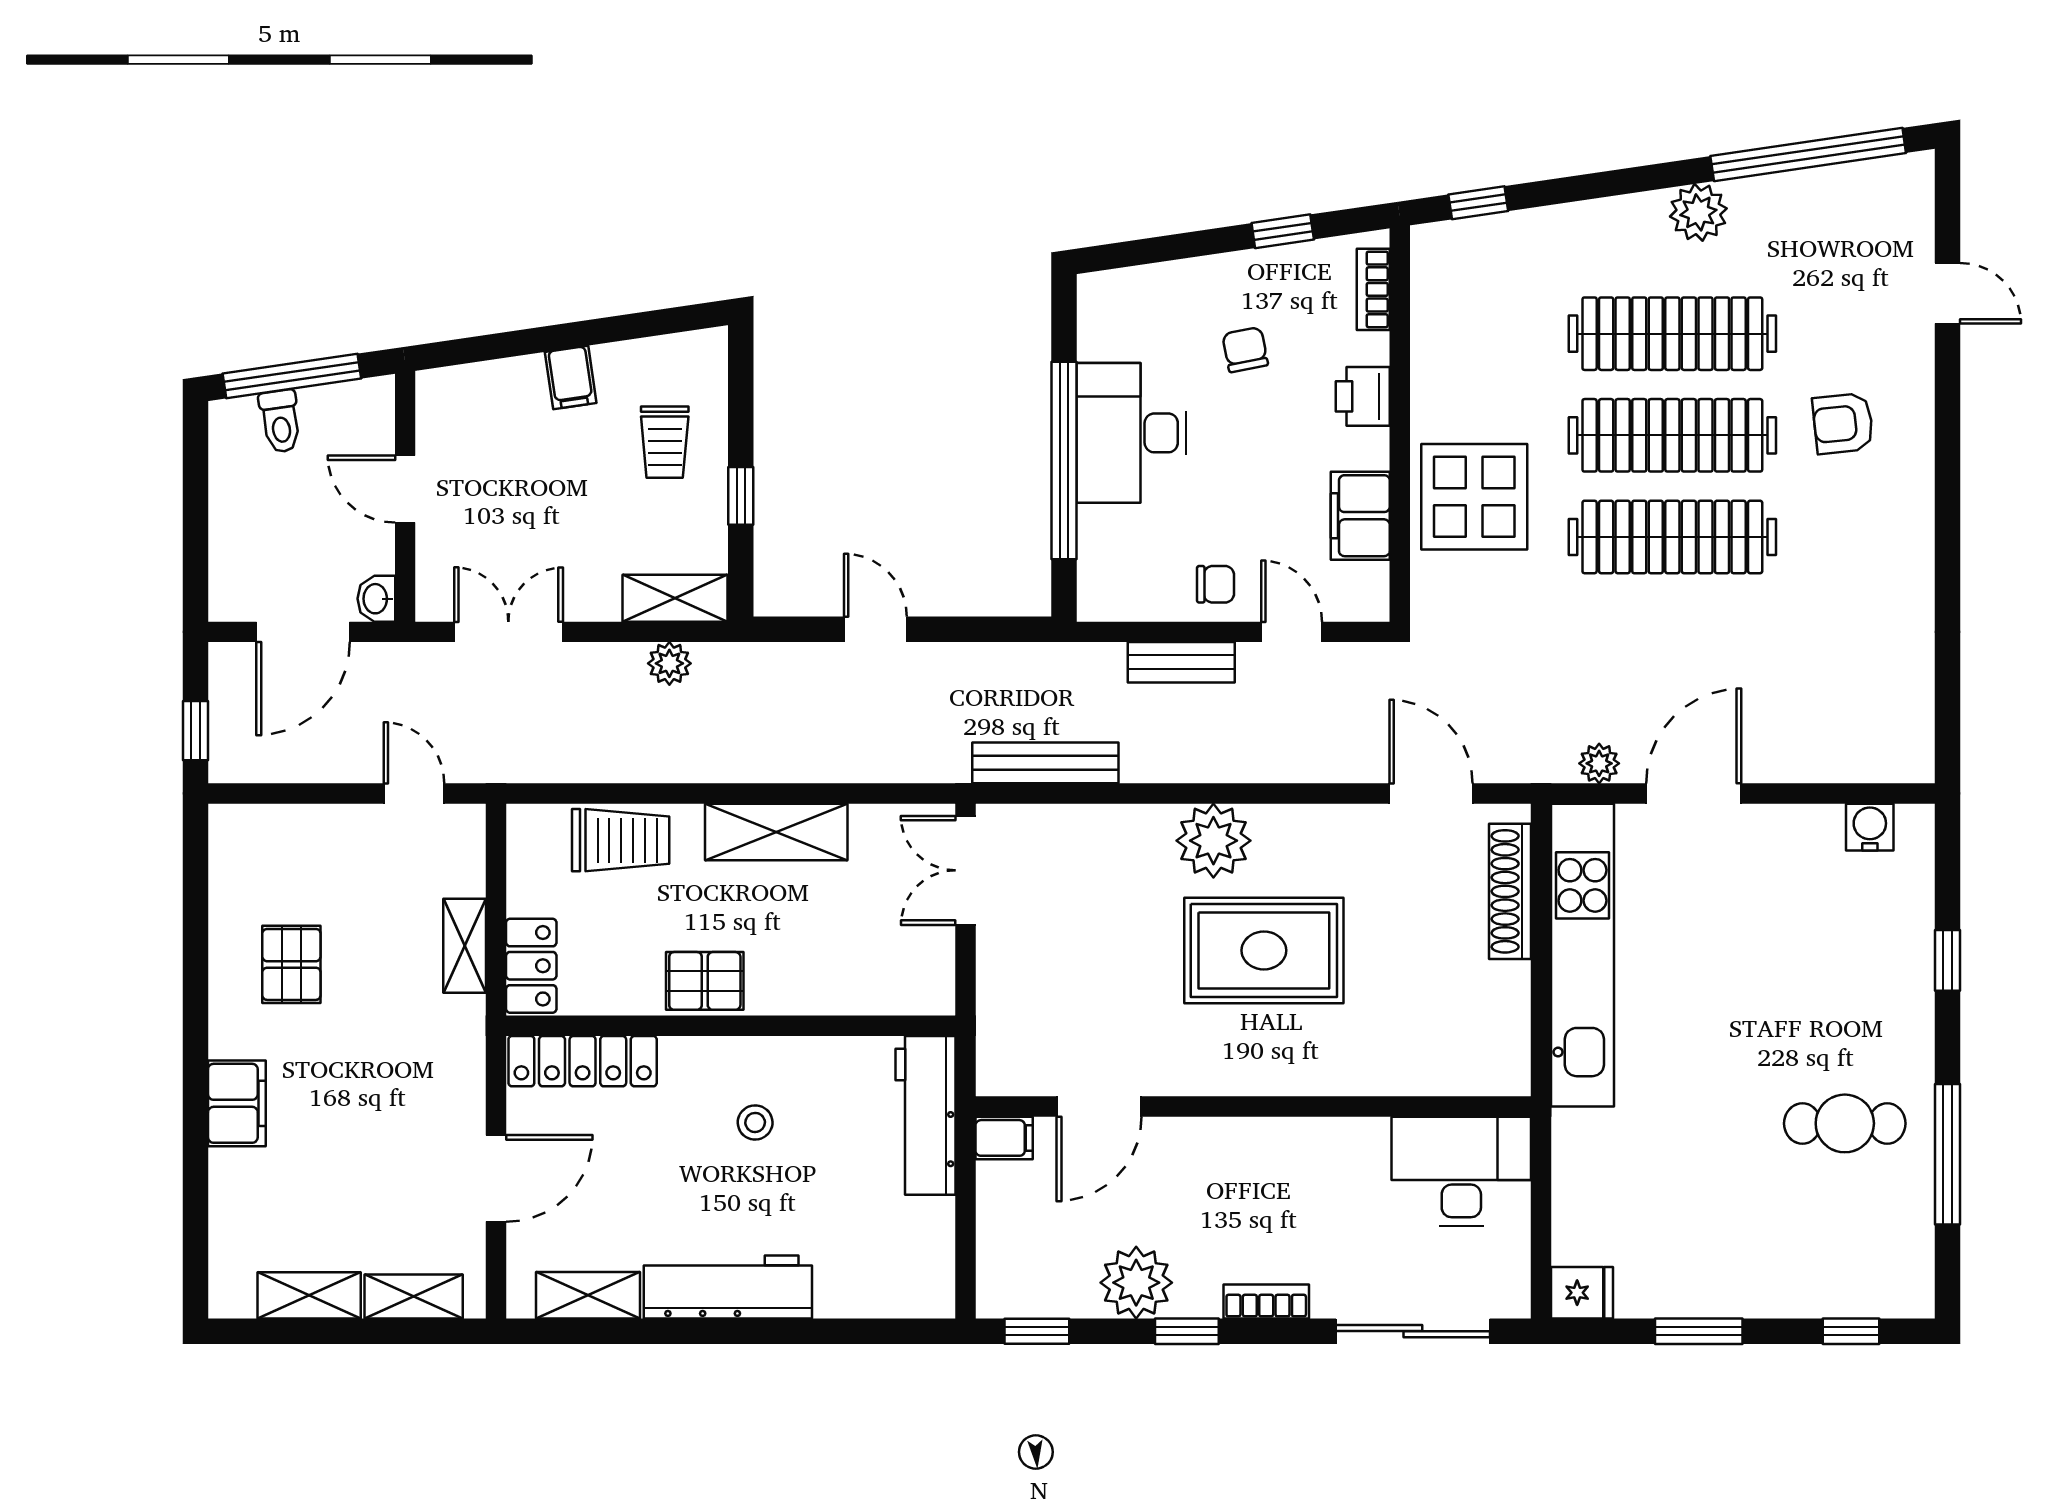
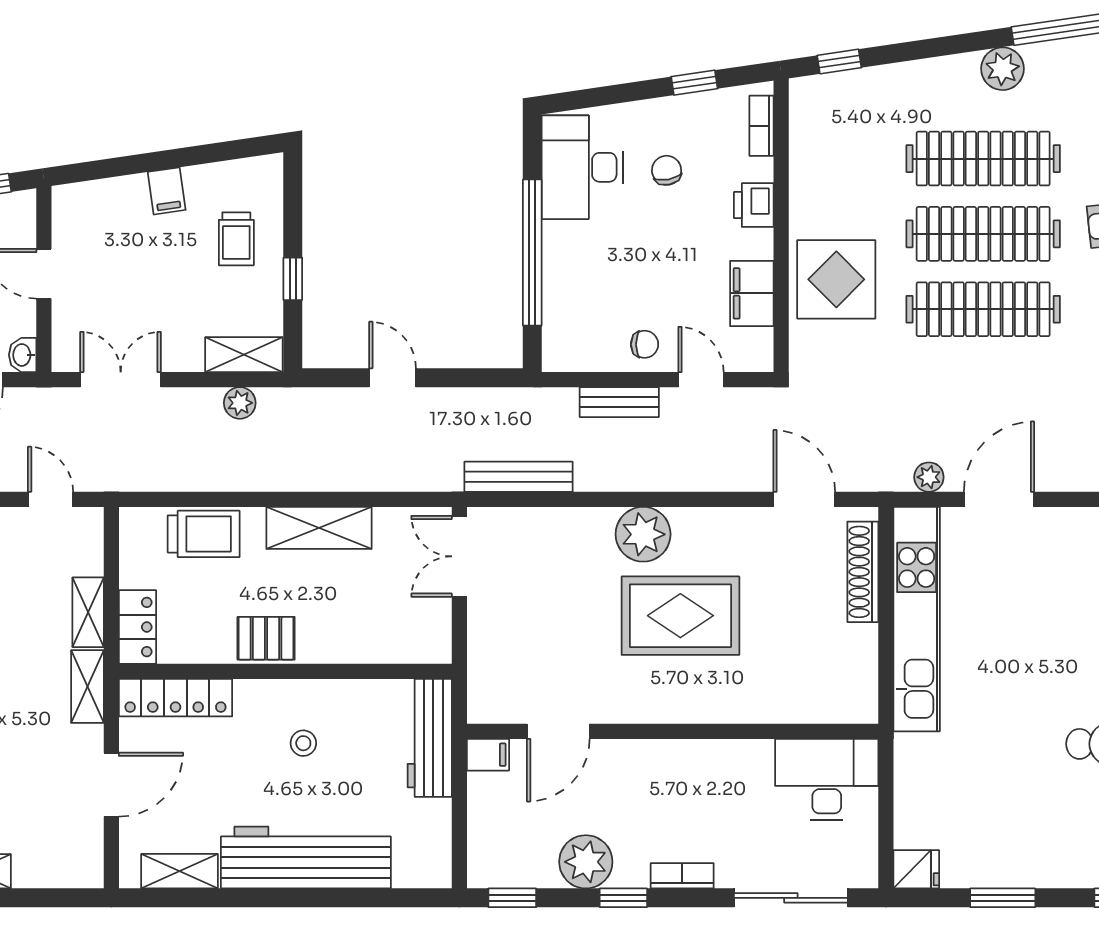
desk: (1132, 433) -> (582, 167), moved
workbench: (728, 1287) -> (306, 858), width x1.36, depth x1.32
shelving: (414, 1296) -> (87, 687), moved, turned 90

